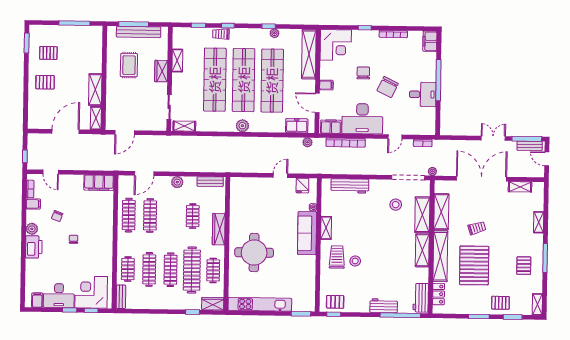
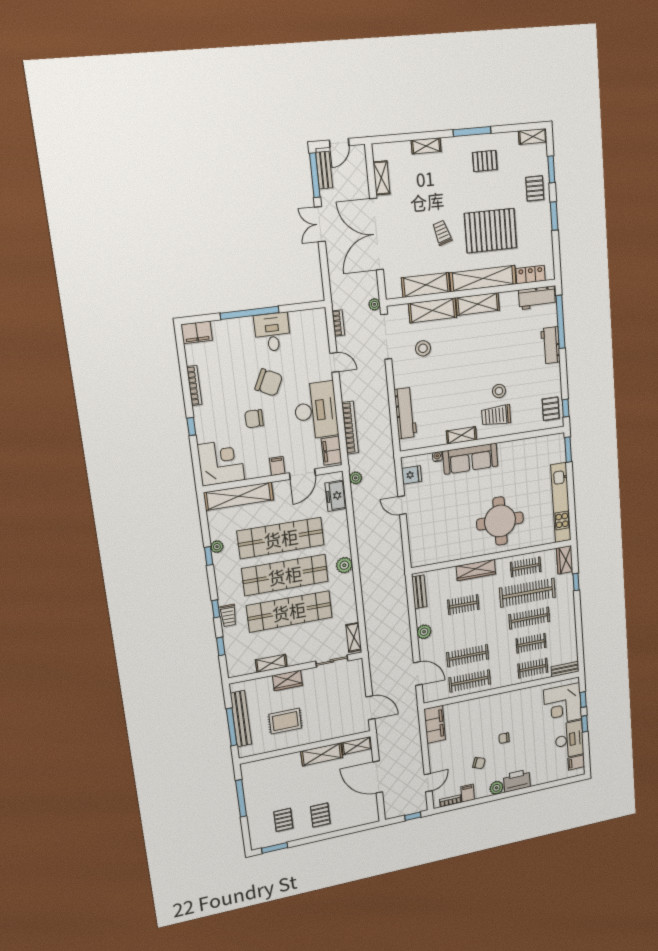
clothes rail: (149, 269) -> (531, 643), width x0.73

